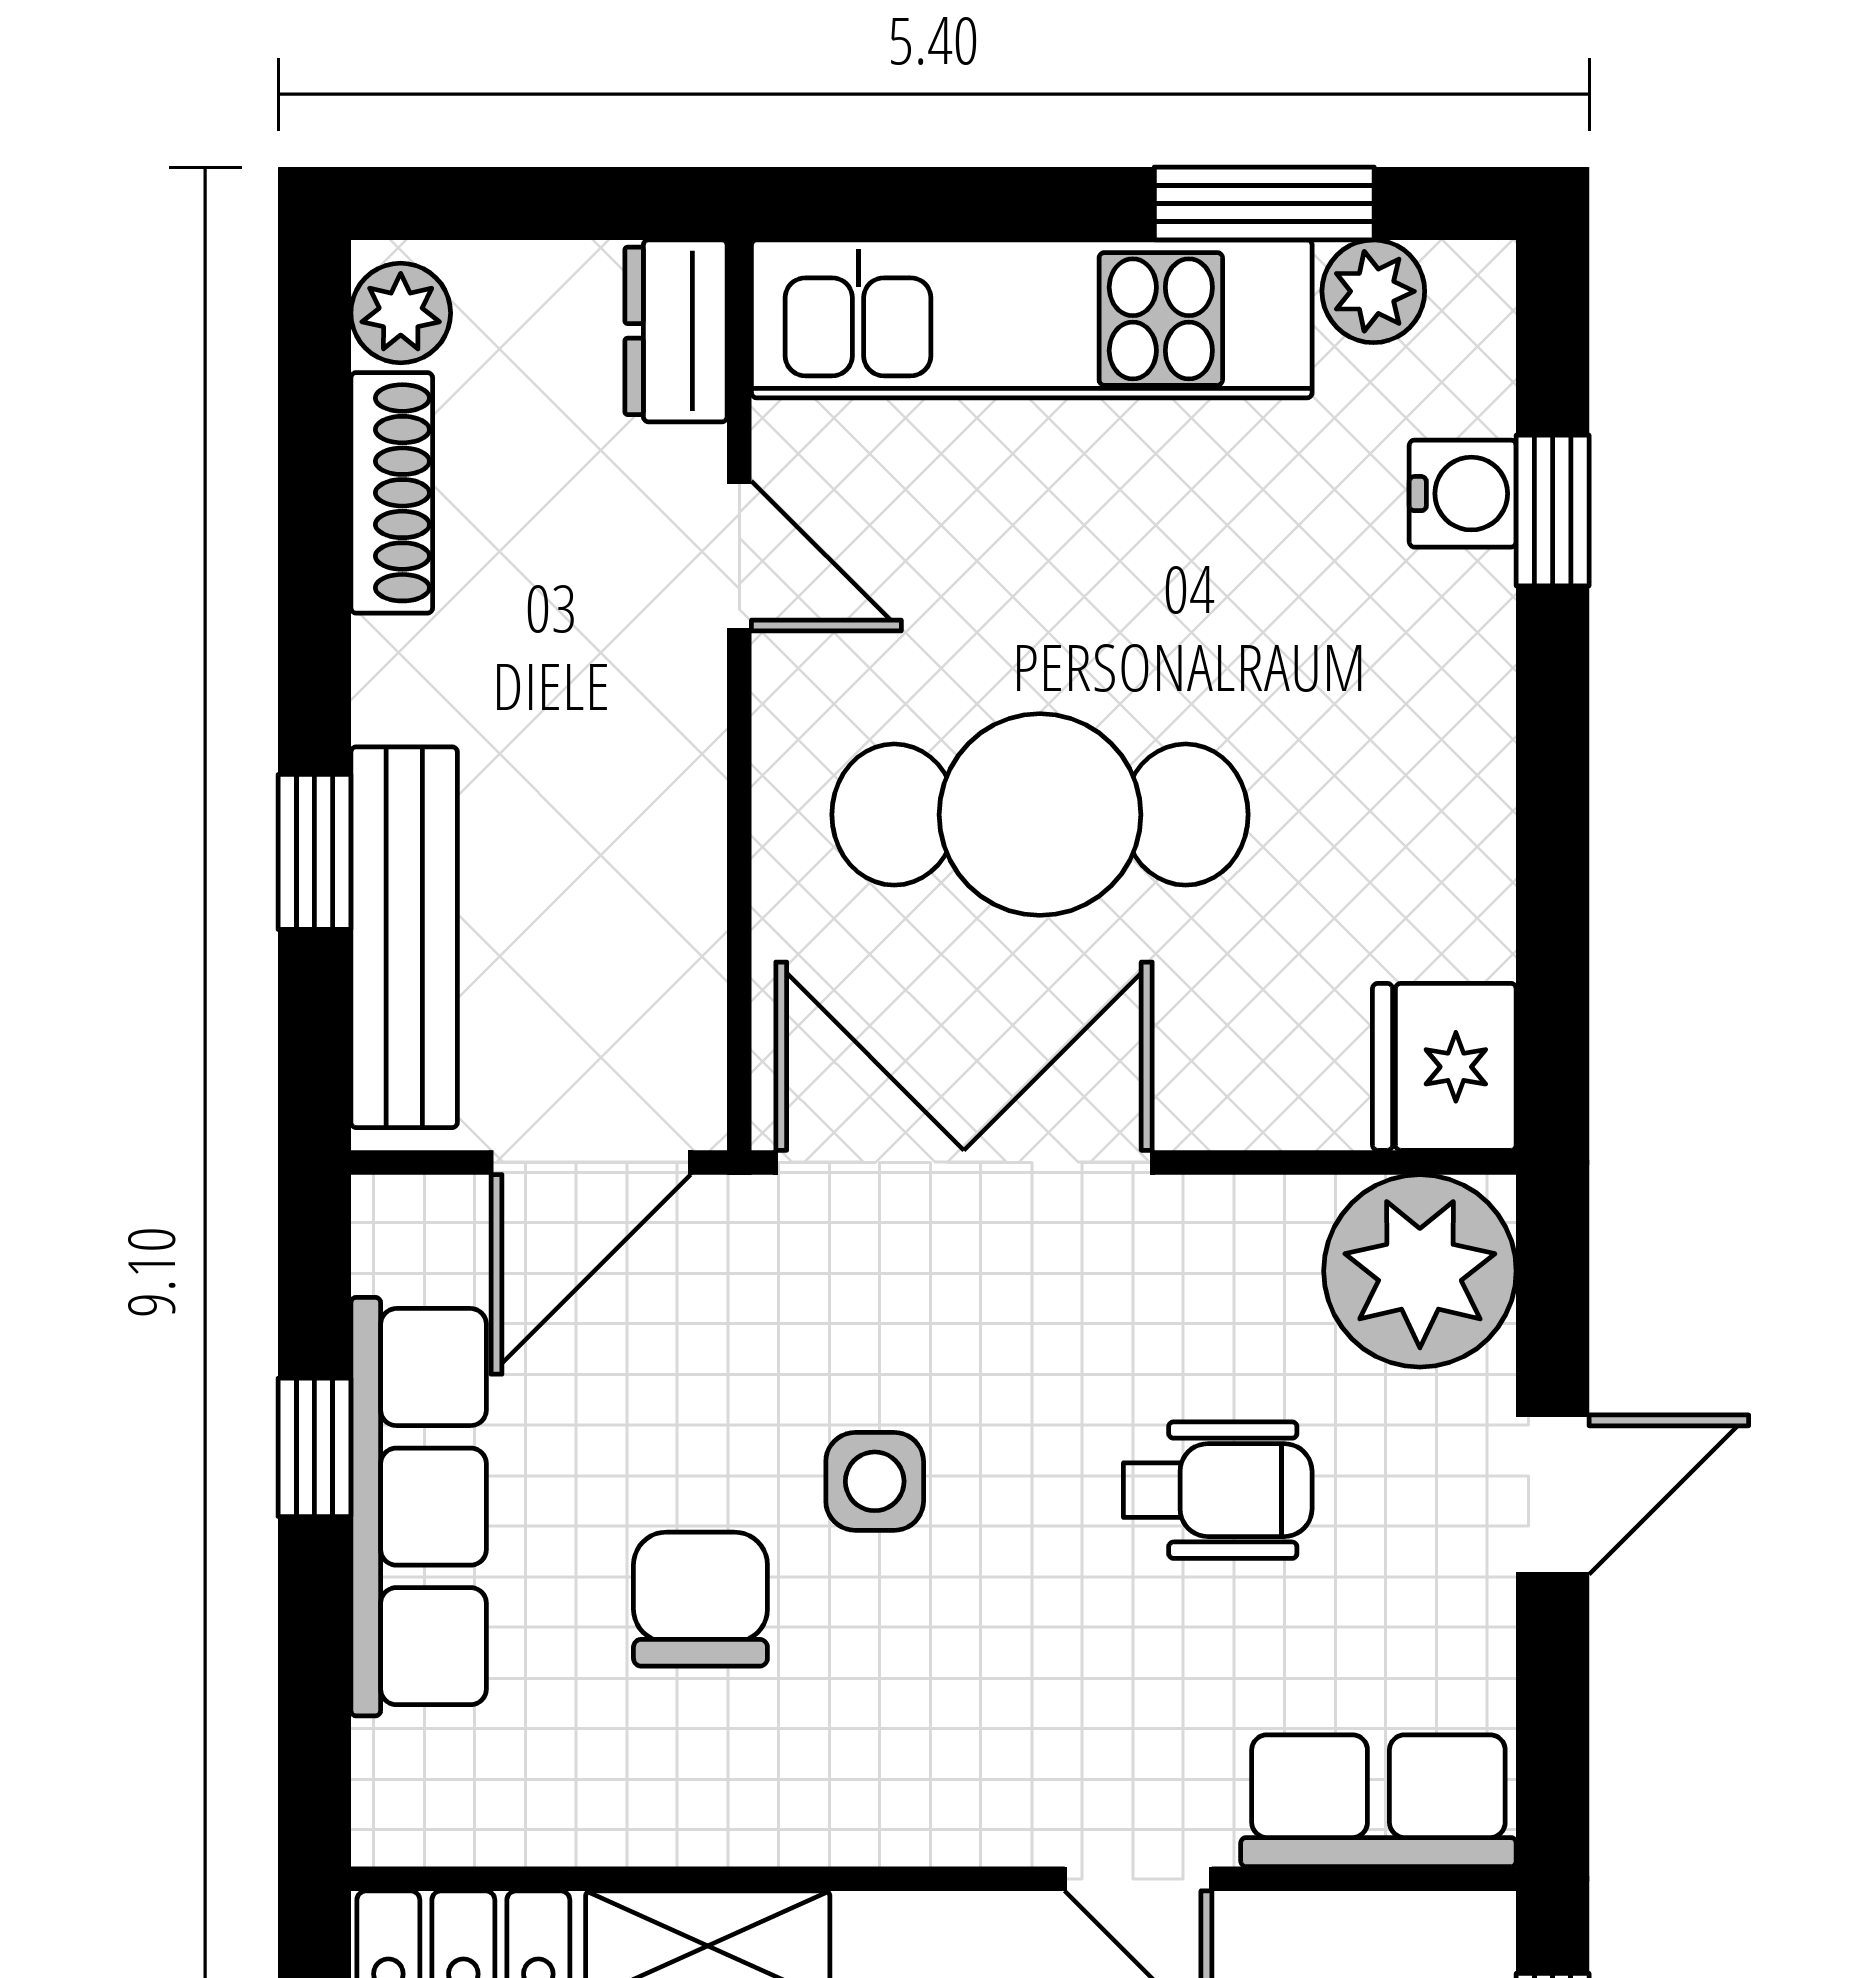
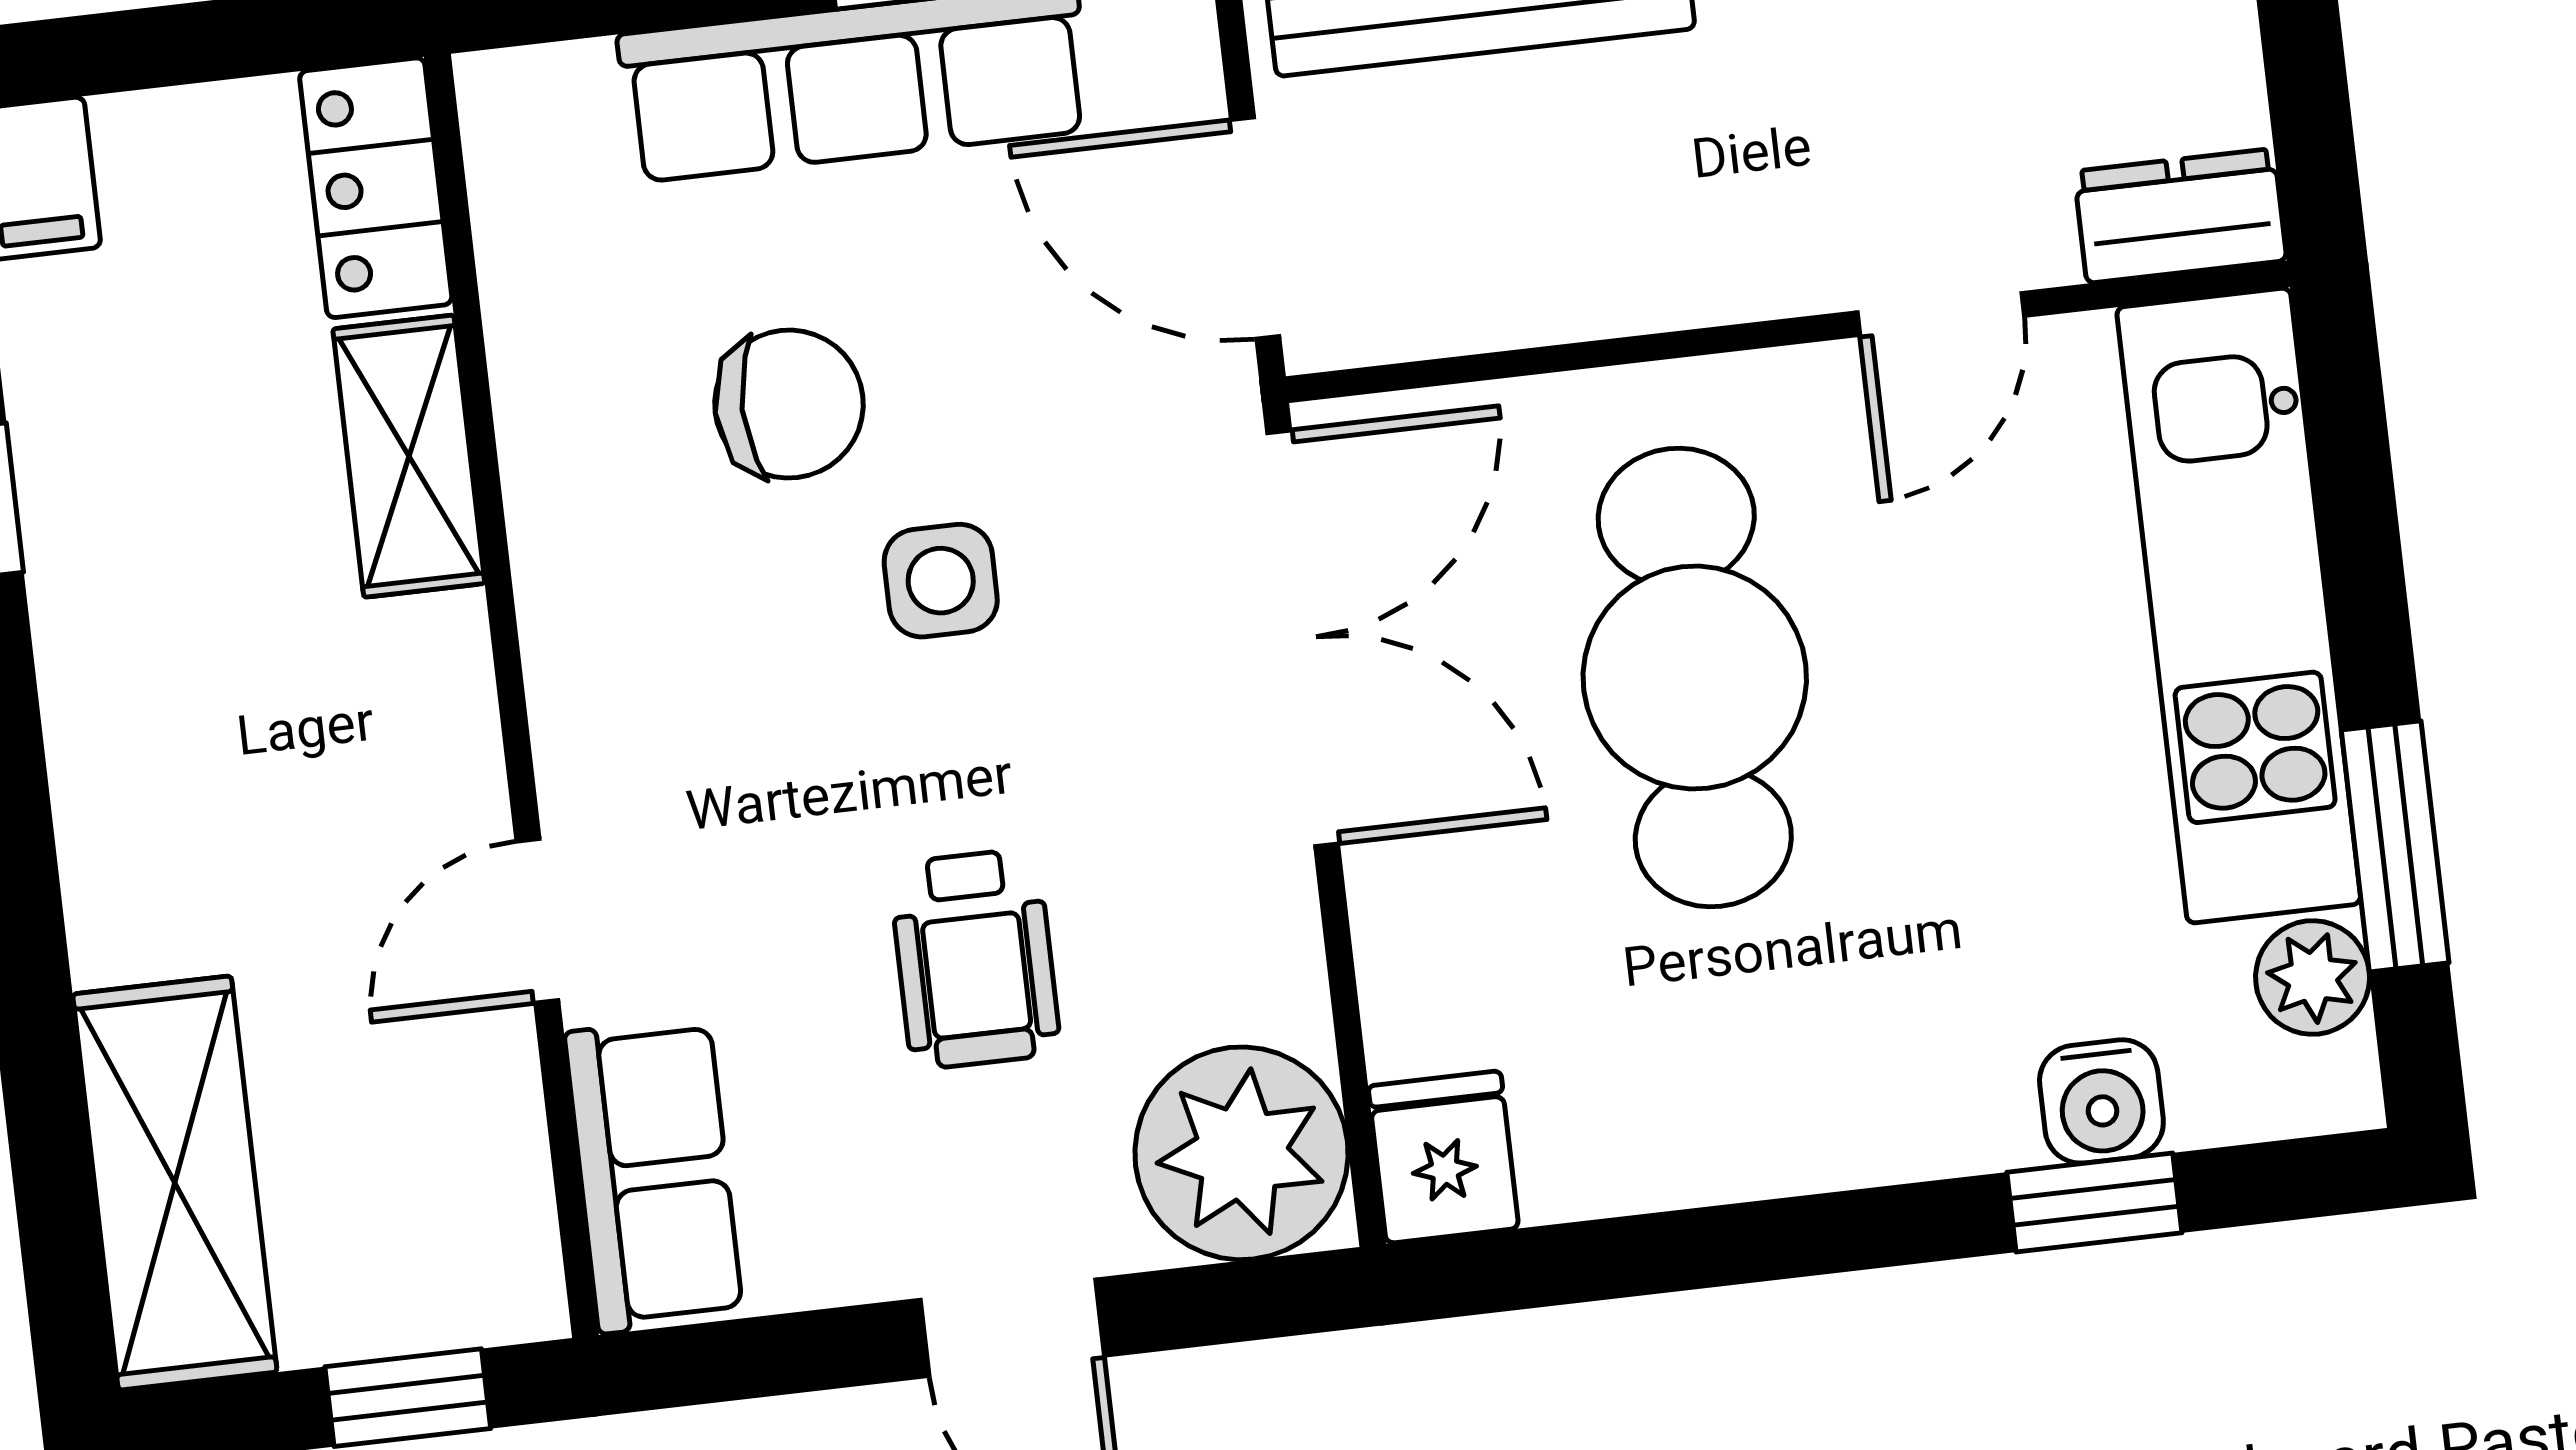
fridge: (1444, 1067) -> (1443, 1157), width x0.72

